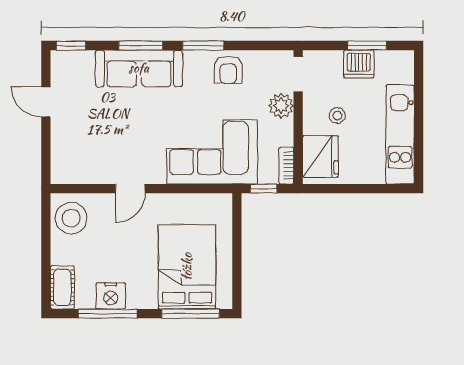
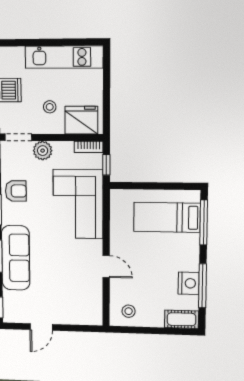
stool: (71, 218) -> (129, 311), width x0.53, depth x0.53
bed: (187, 267) -> (167, 217), width x0.67

